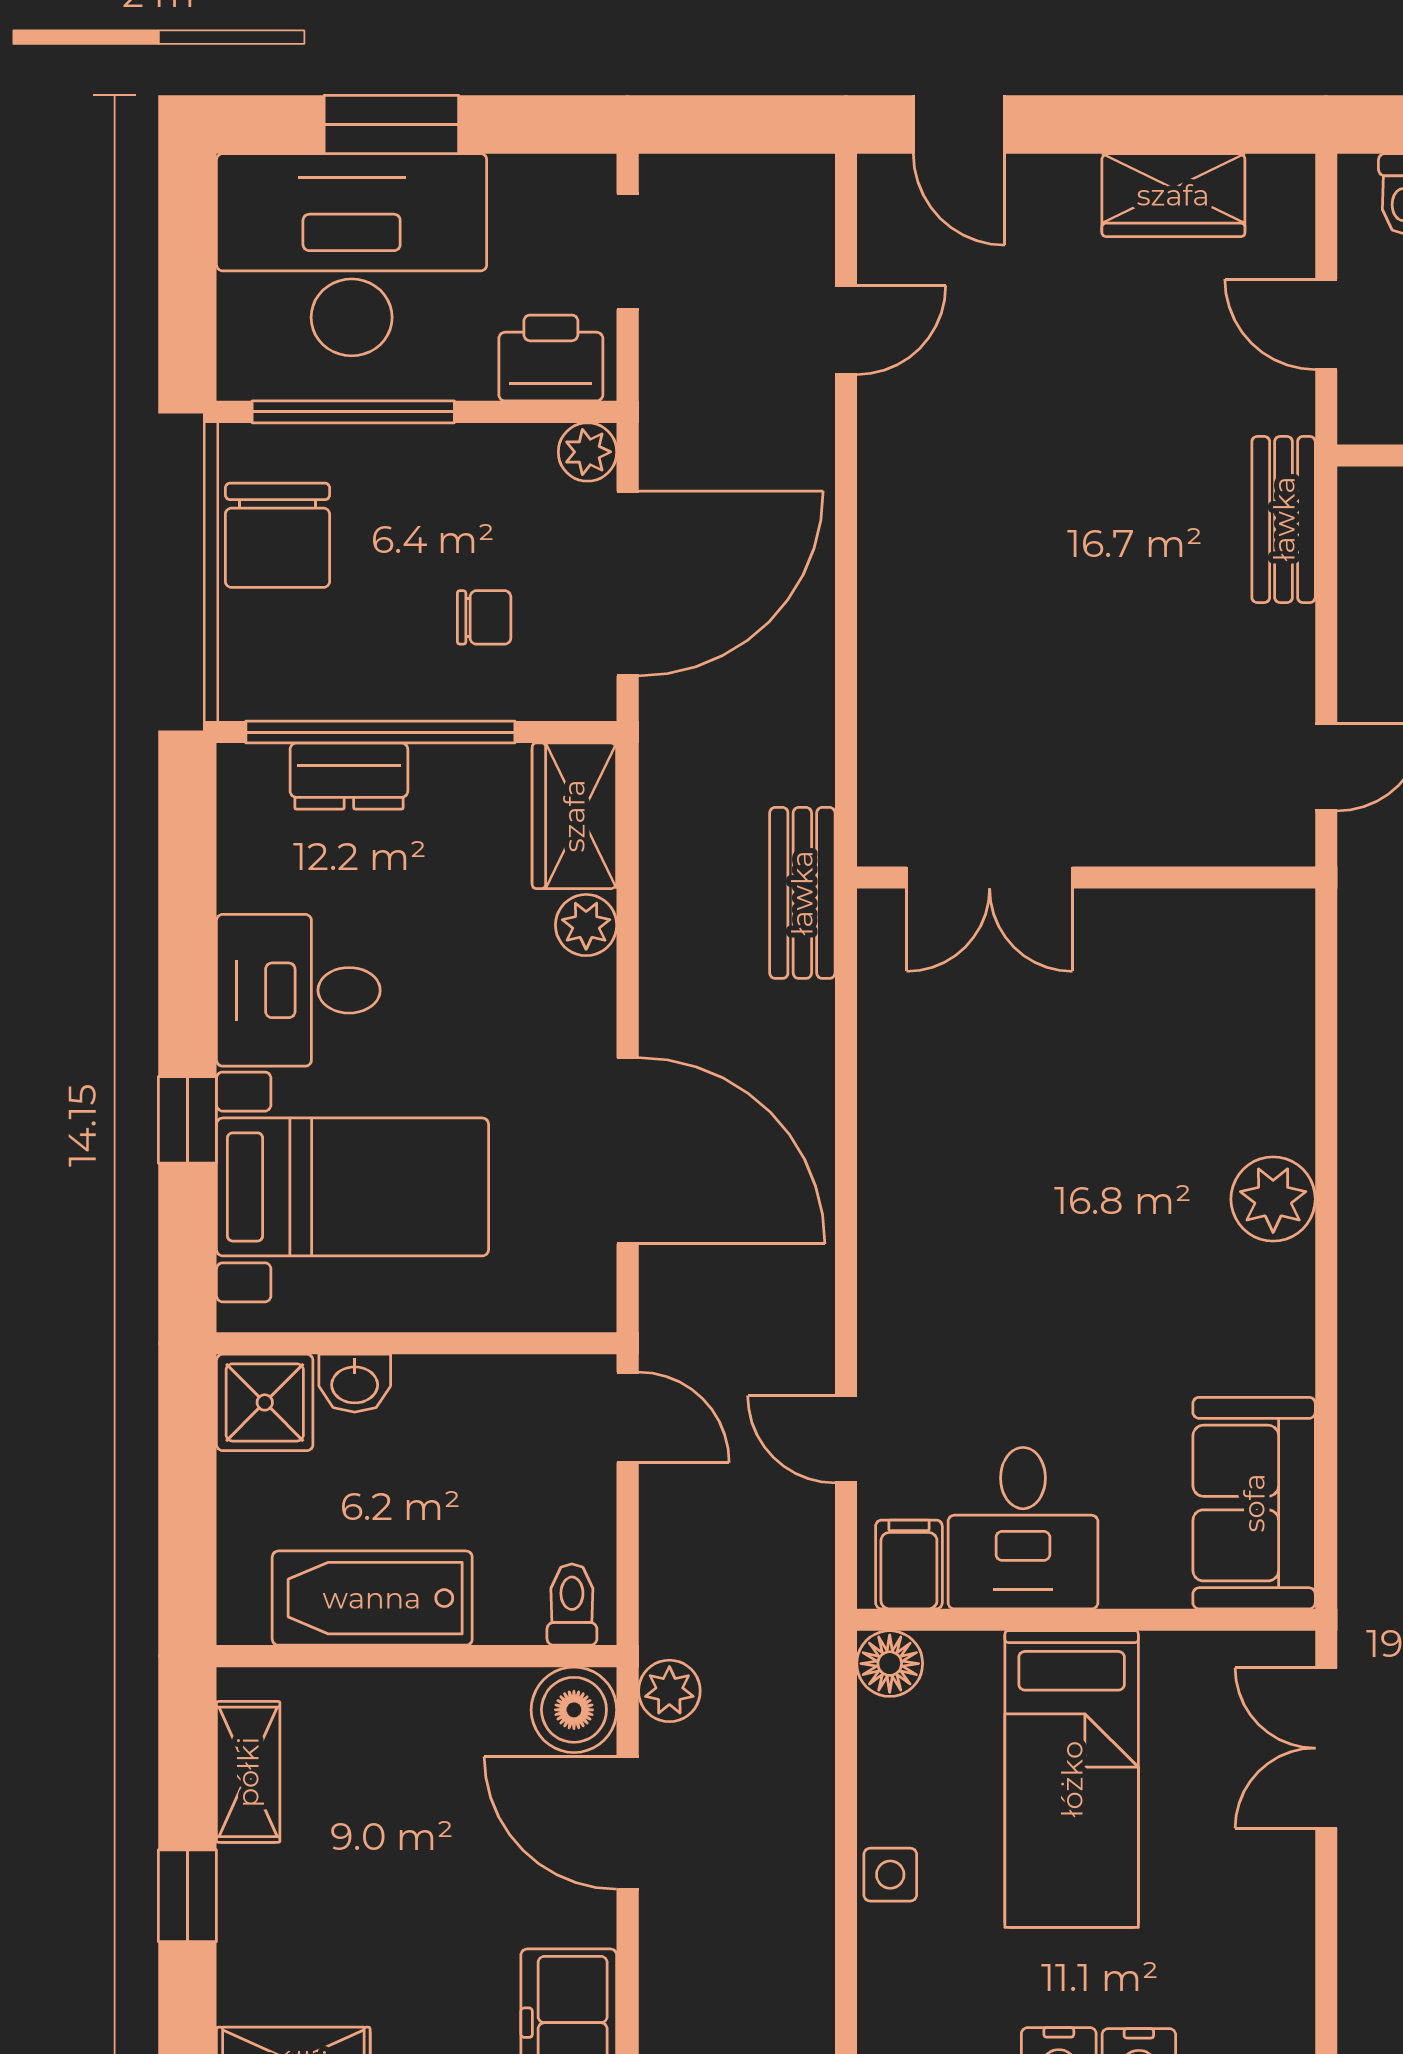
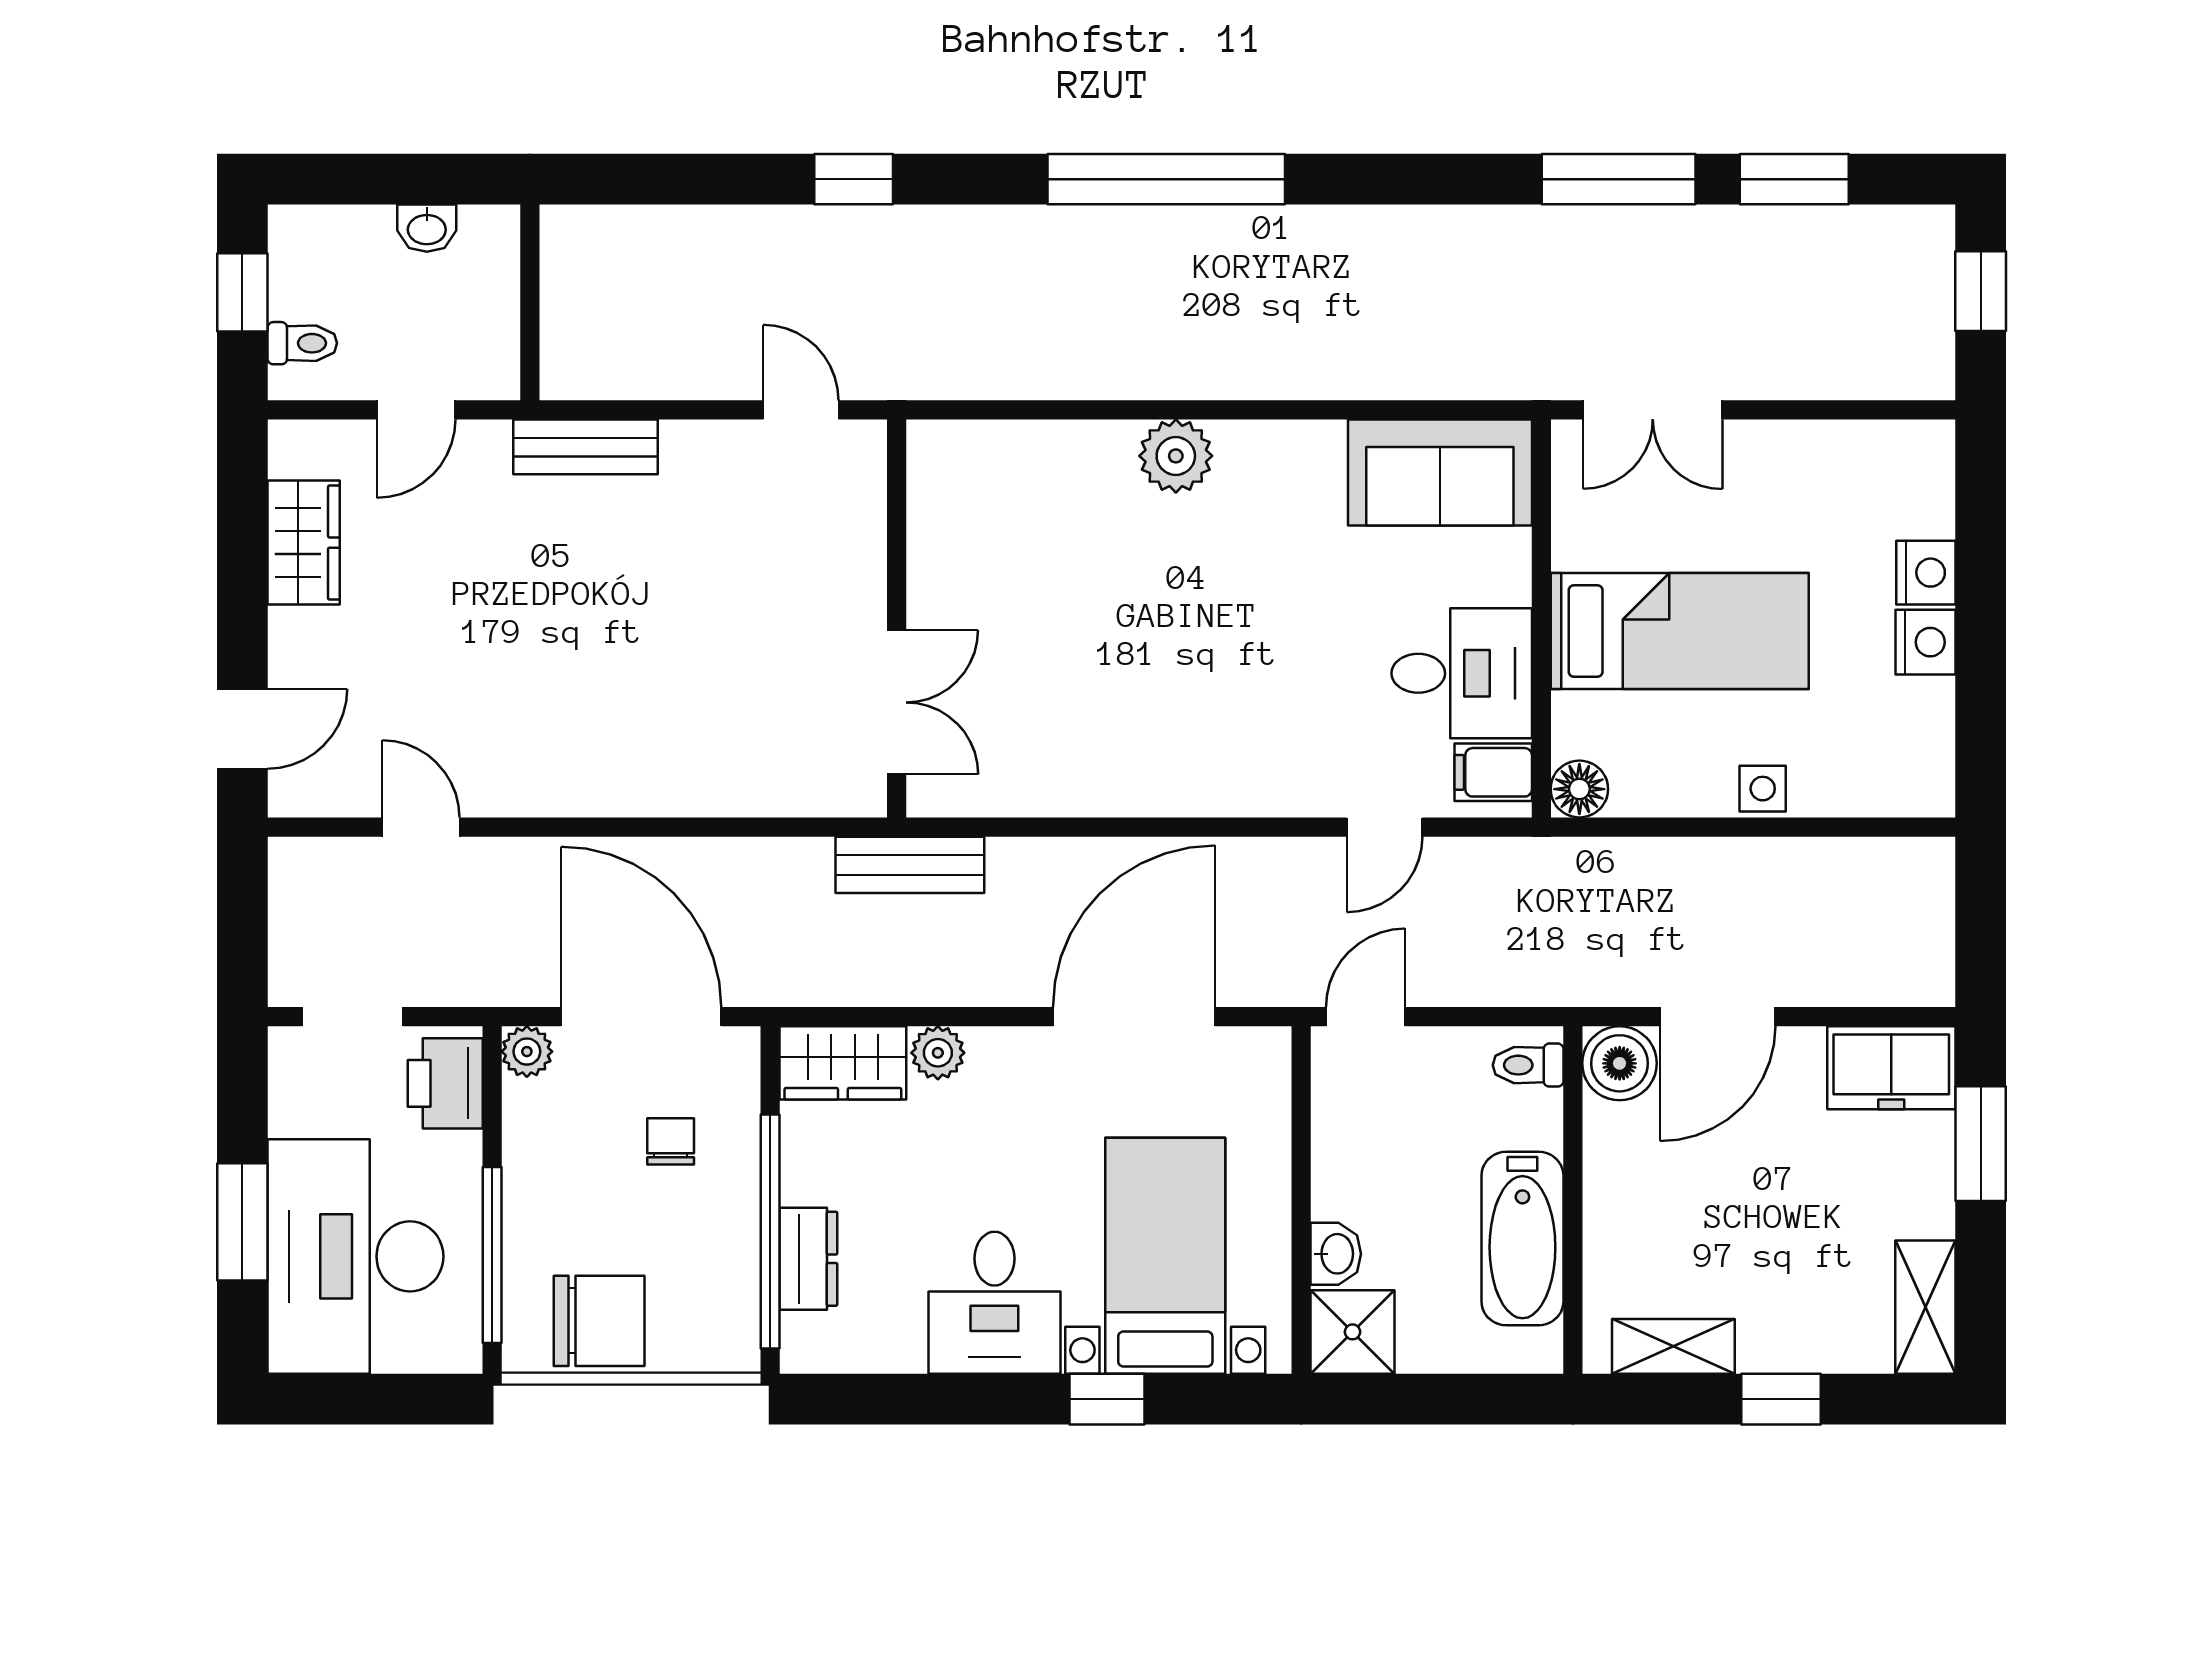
plant: (669, 1691) -> (1603, 980), removed

